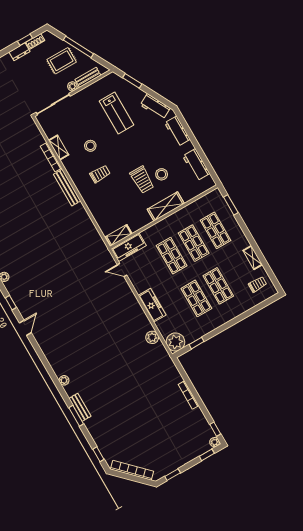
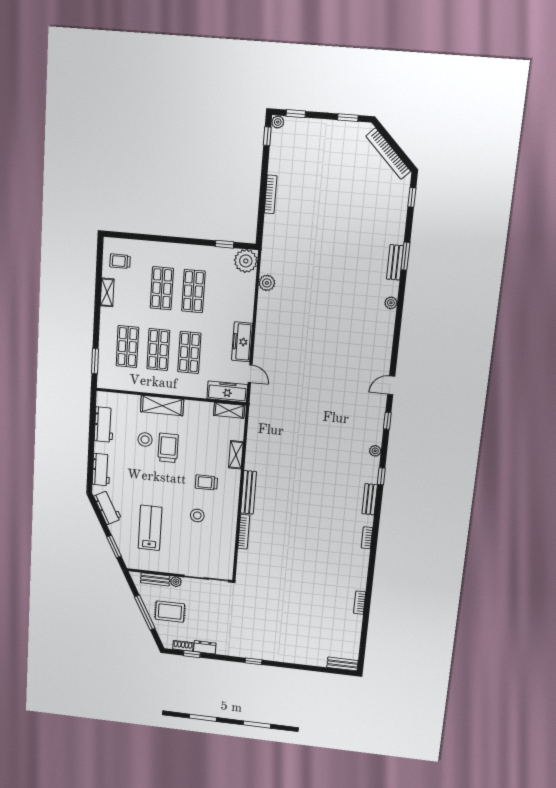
shelving: (59, 147) -> (236, 455), moved
freezer: (152, 305) -> (242, 342), moved

